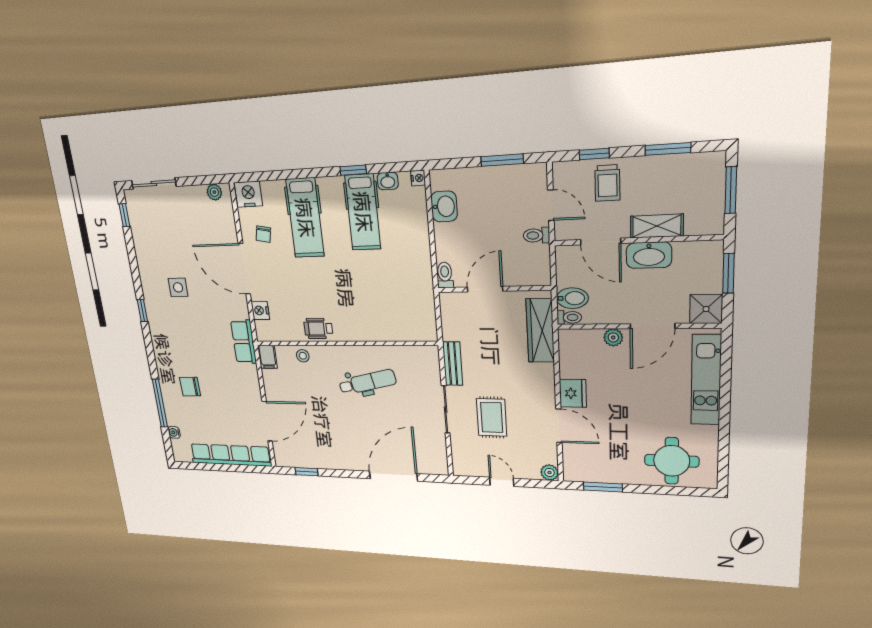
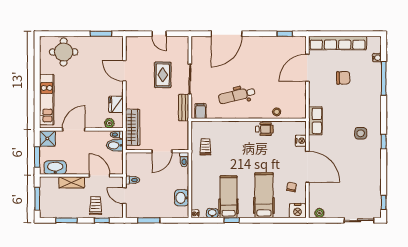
washbasin: (649, 255) -> (55, 168), moved
side table: (178, 287) -> (361, 133), moved
trolley: (410, 298) -> (205, 147), added
plant: (613, 337) -> (109, 123), moved
filing cabinet: (268, 357) -> (201, 111), moved
chair: (190, 387) -> (343, 78), moved
fridge: (573, 393) -> (116, 104), moved
plant: (549, 472) -> (131, 41), removed

